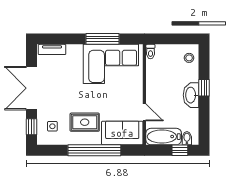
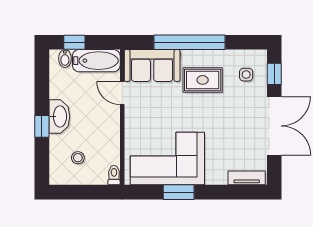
window: (103, 39) -> (179, 192), width x0.69
stool: (189, 58) -> (78, 158), moved

